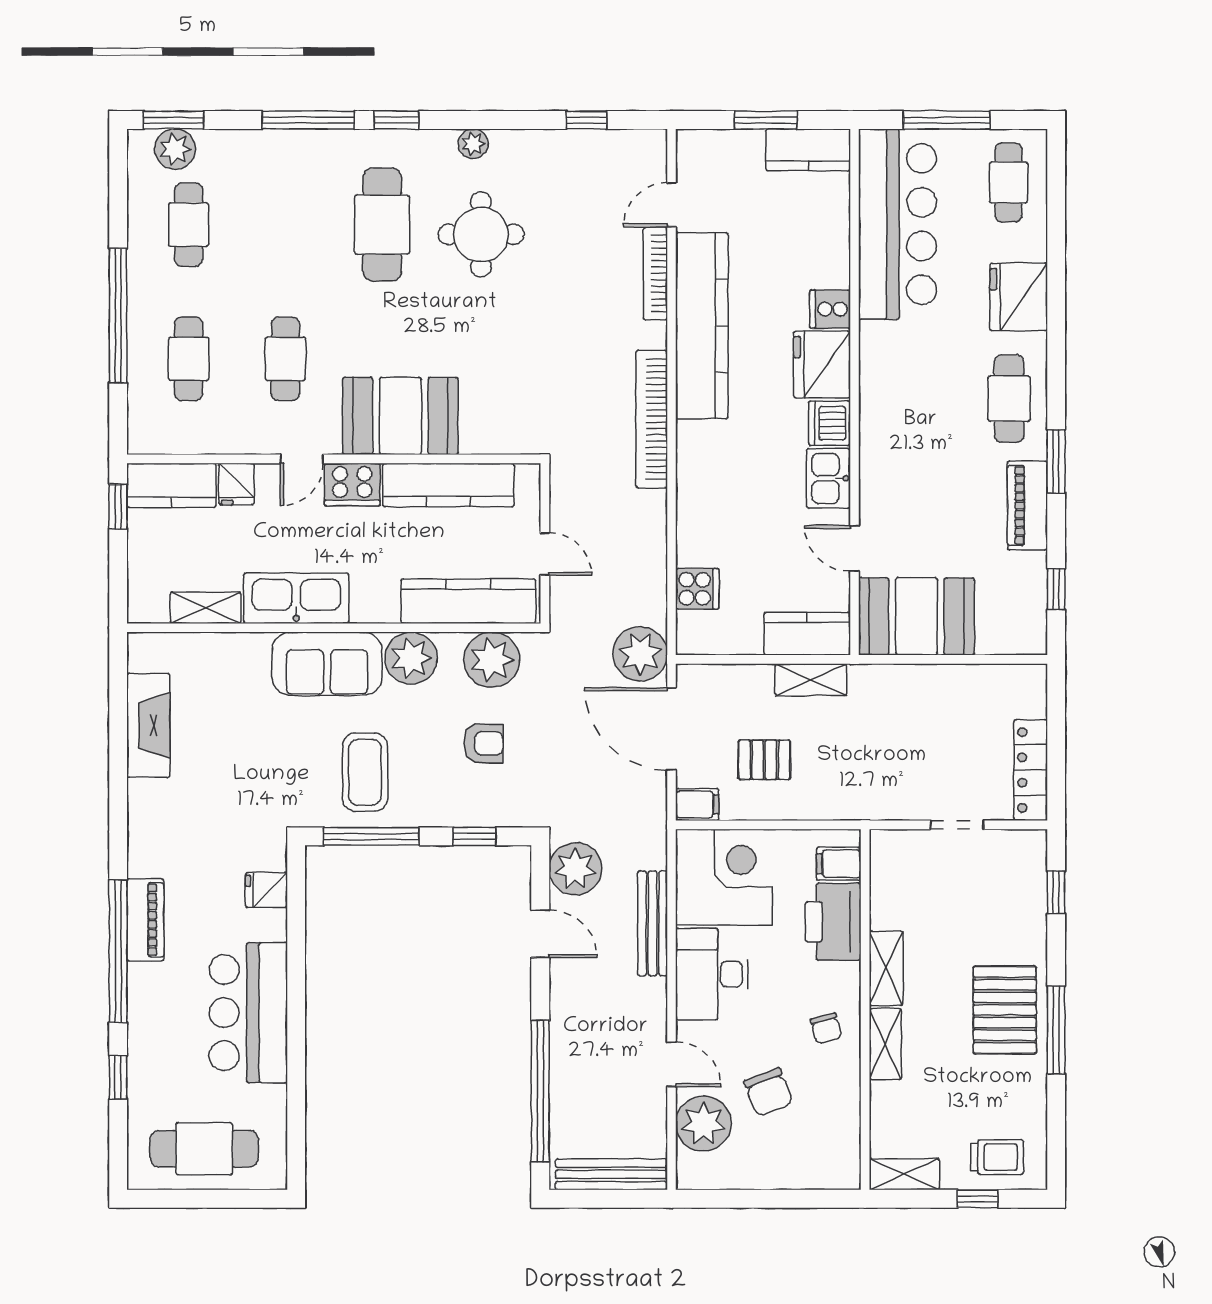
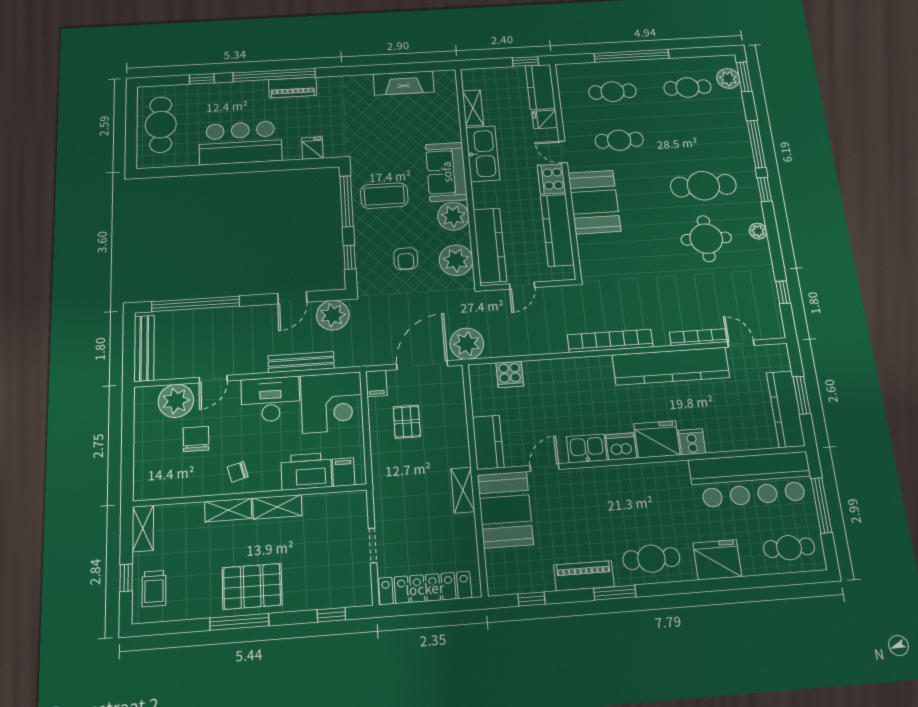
kitchen counter: (808, 150) -> (786, 409), width x1.50
shelving: (811, 680) -> (463, 490), moved
locker: (1031, 770) -> (425, 588), width x1.41, depth x1.21
chair: (769, 1092) -> (196, 439), turned 111

